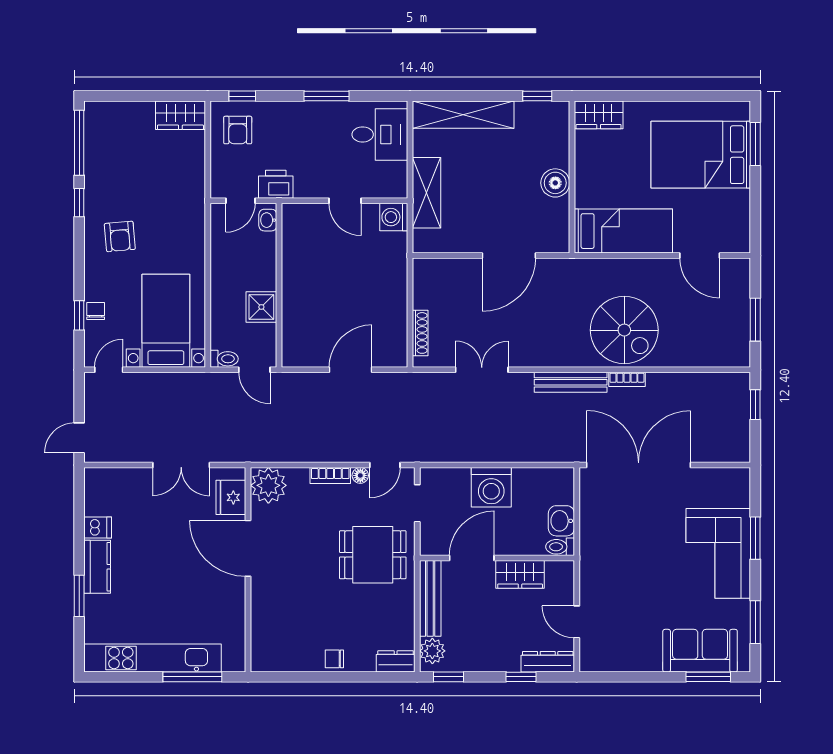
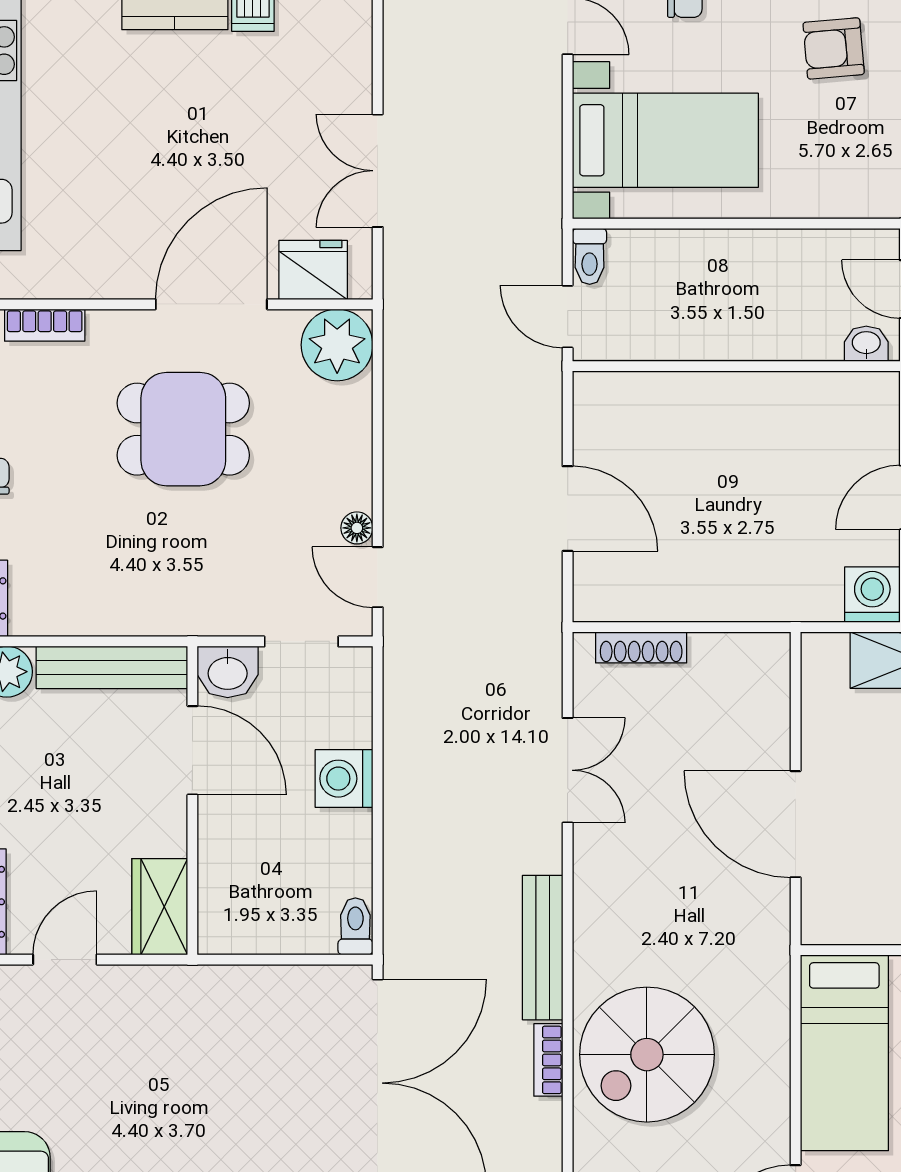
shower: (261, 307) -> (693, 331), removed
door: (254, 370) -> (568, 317), hinge flipped
bookcase: (330, 475) -> (45, 325), moved, turned -90
washing machine: (491, 487) -> (344, 779), width x0.73, depth x0.73
washbasin: (561, 521) -> (228, 672), moved, turned 180
toilet: (560, 547) -> (355, 926), moved
dining table: (373, 555) -> (183, 429), moved, turned 90
wardrobe: (520, 574) -> (160, 907), moved

